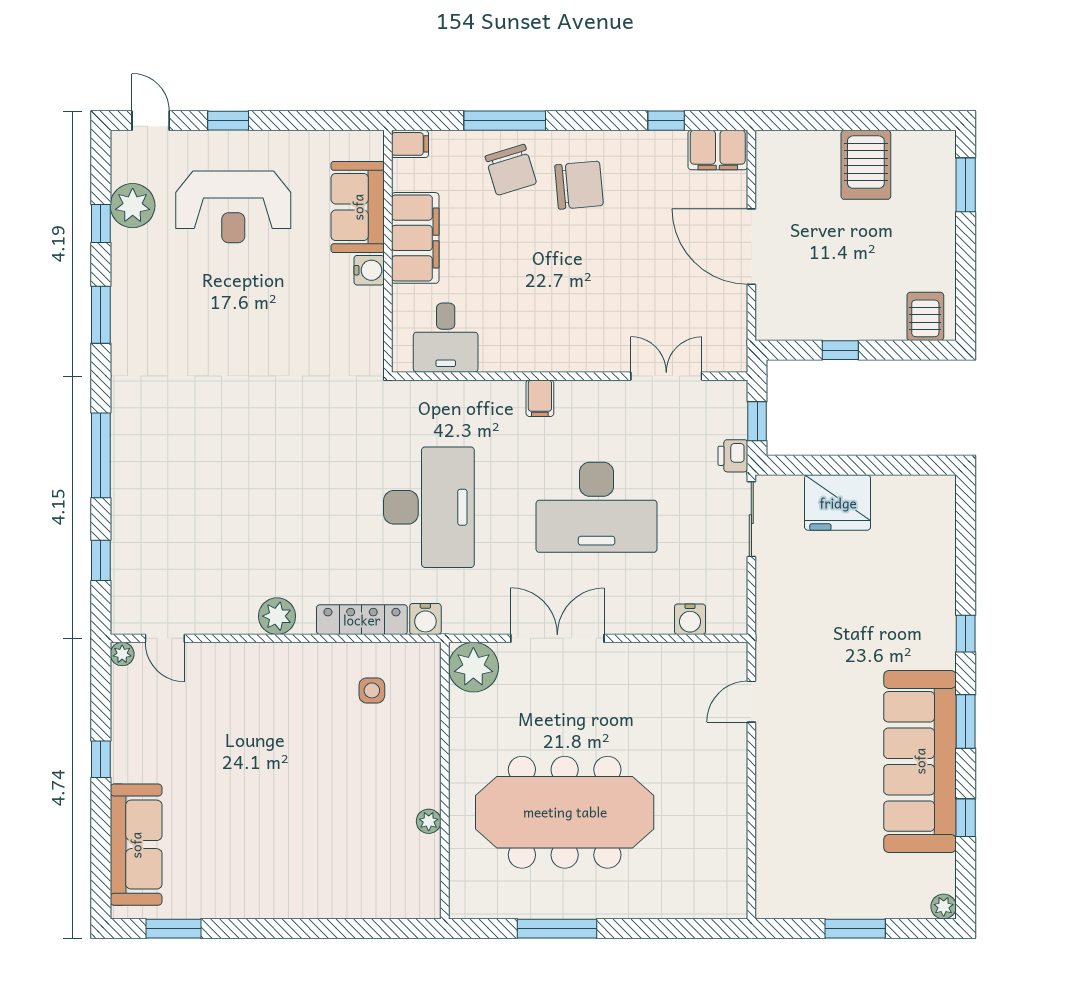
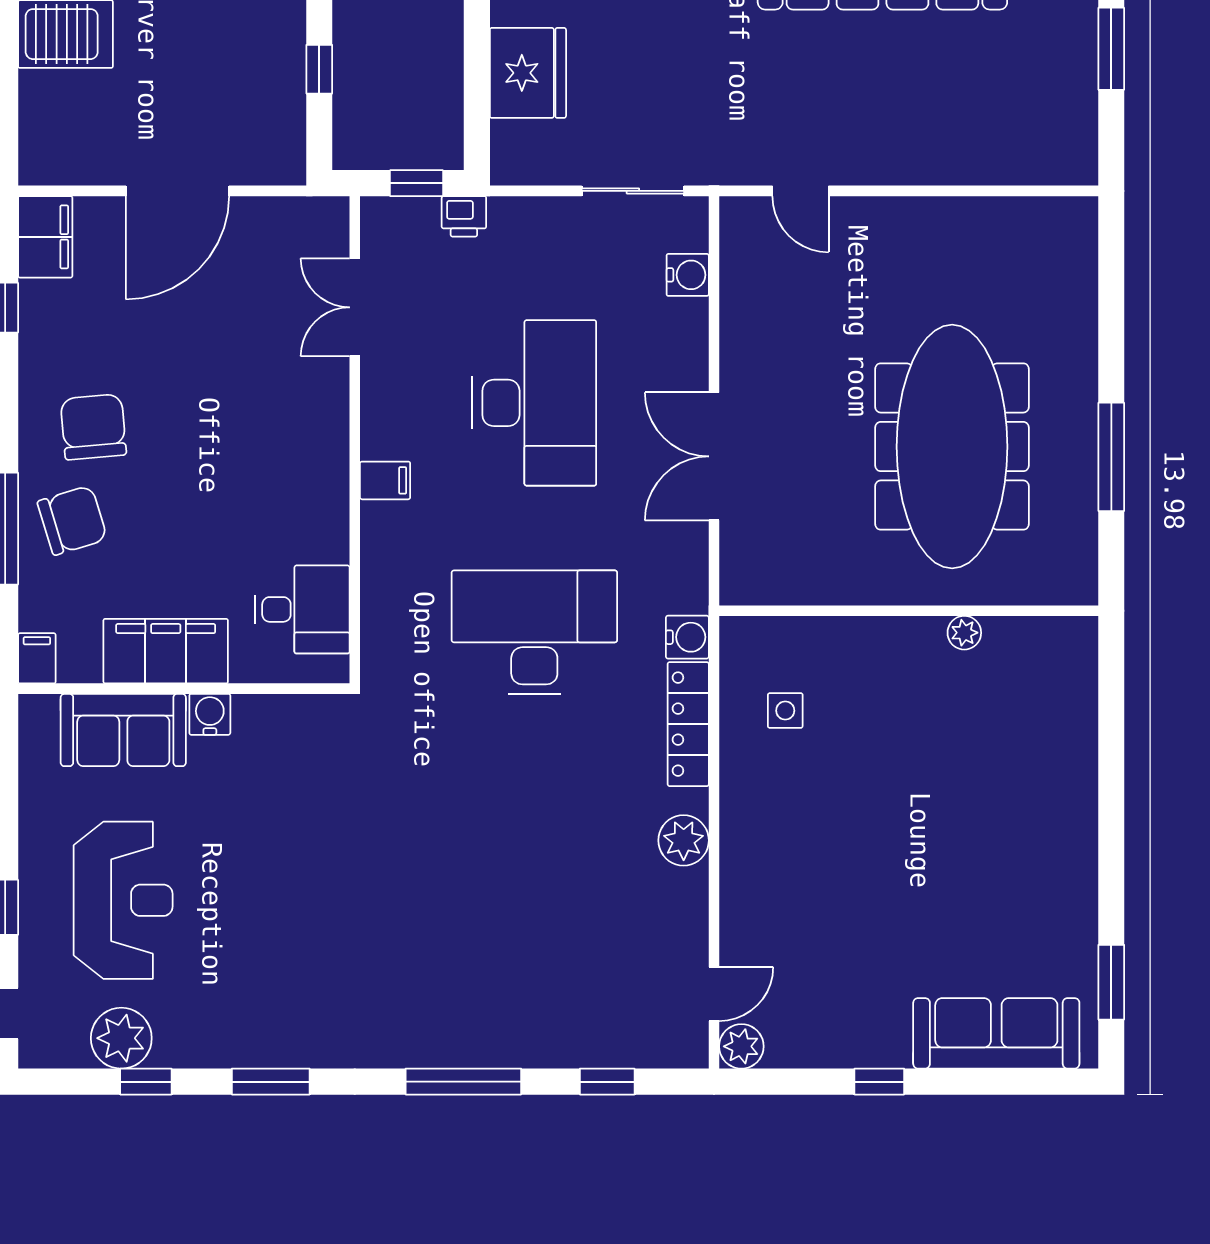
sliding door: (751, 519) -> (633, 191), moved
plant: (122, 654) -> (741, 1046), width x1.38, depth x1.38
plant: (473, 667) -> (753, 571), removed

